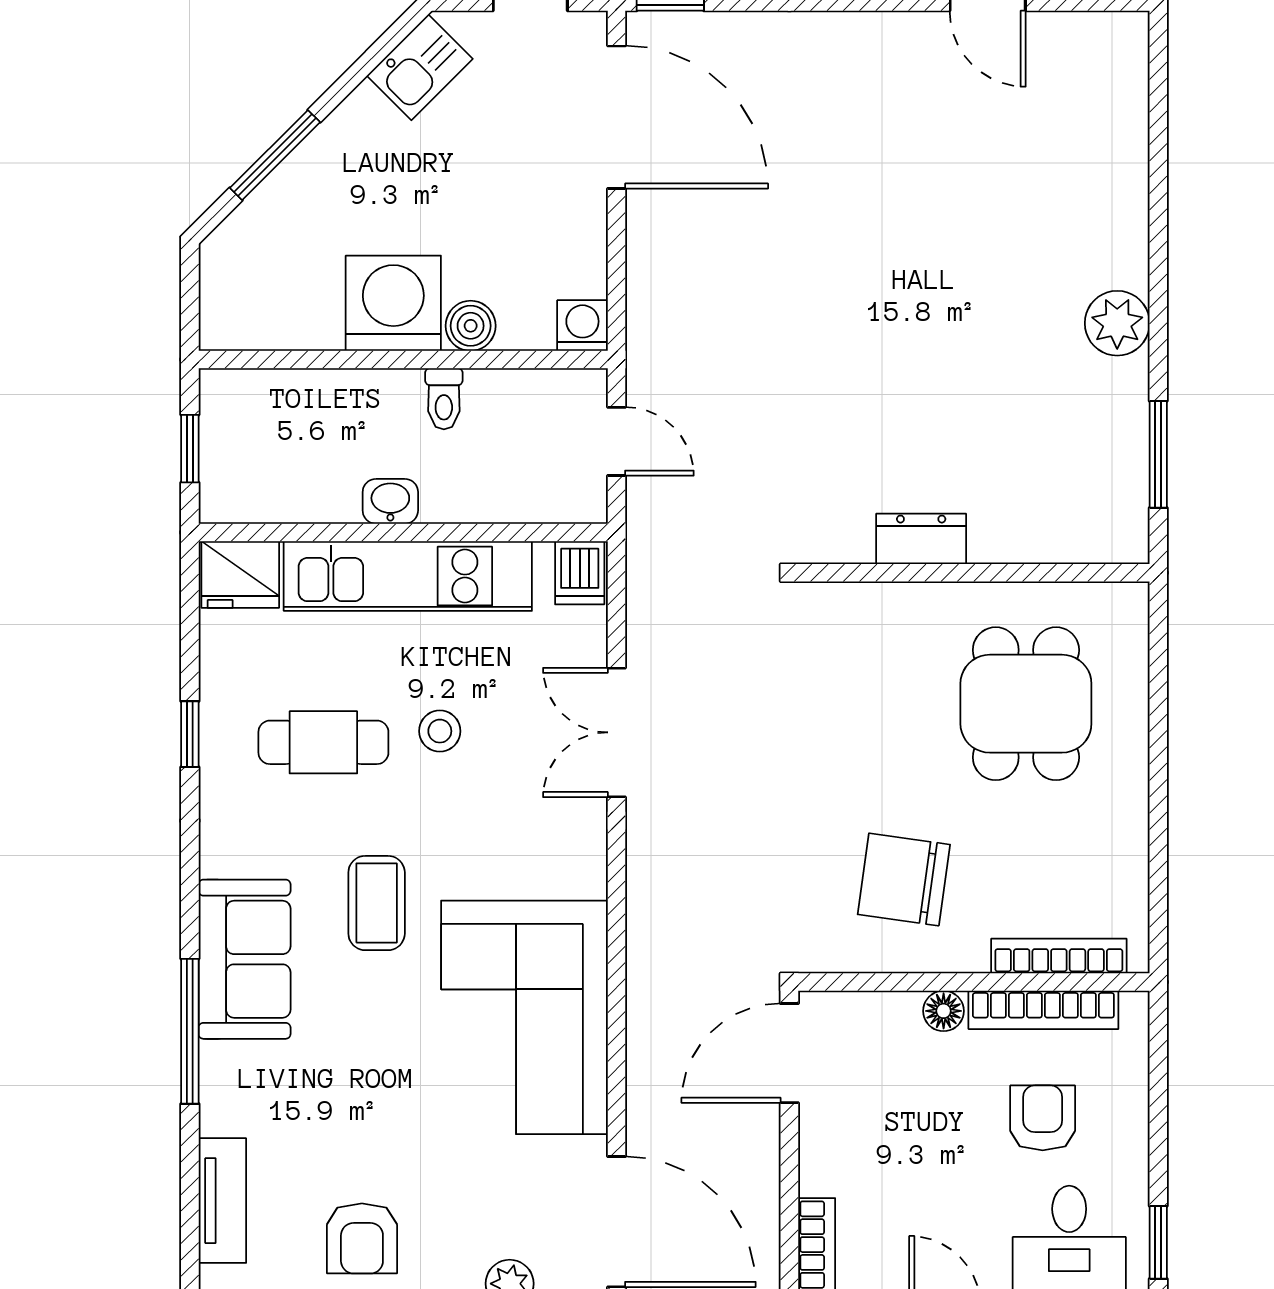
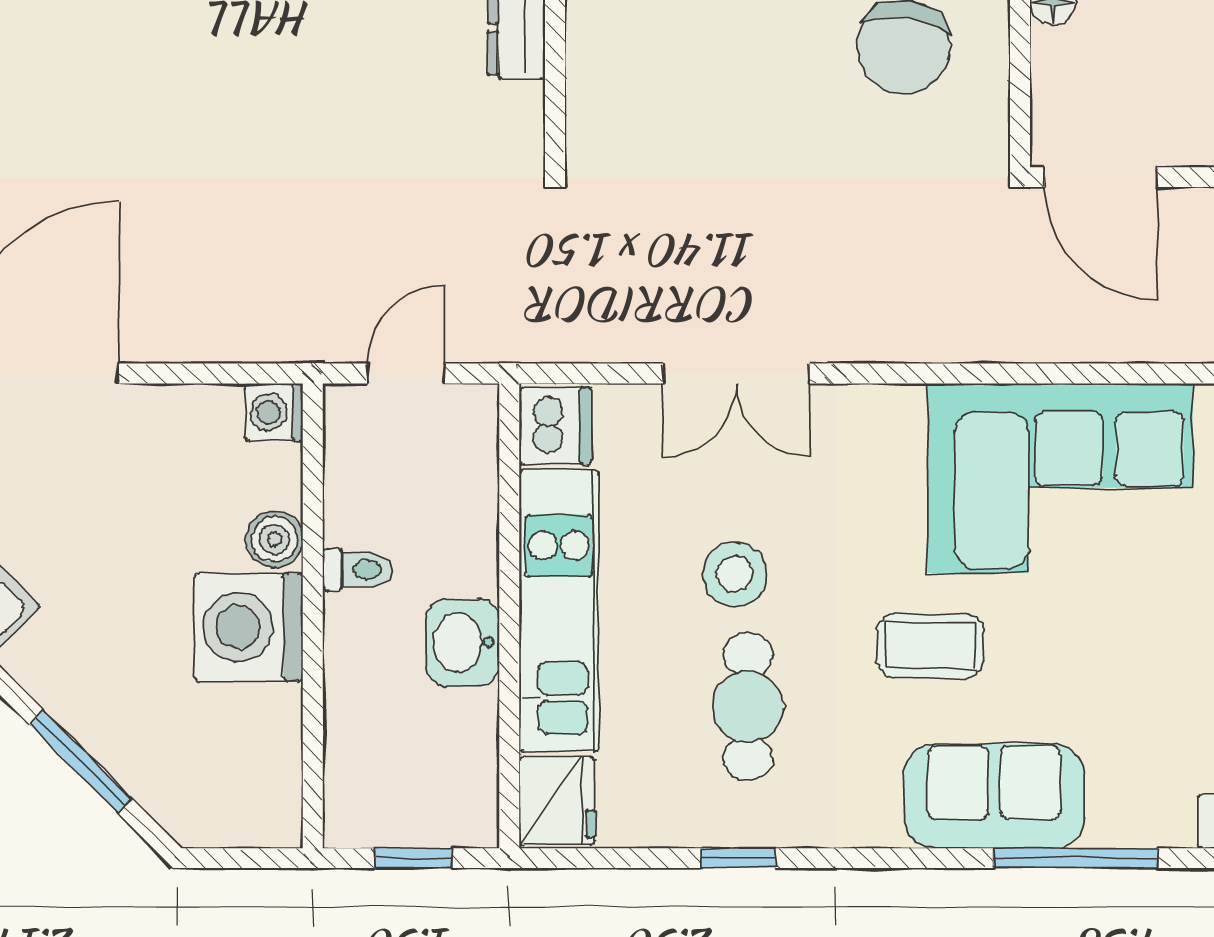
washbasin: (390, 501) -> (462, 642), width x1.38, depth x1.45
dishwasher: (580, 573) -> (555, 426), width x1.38
stool: (440, 731) -> (735, 574), width x1.37, depth x1.37

